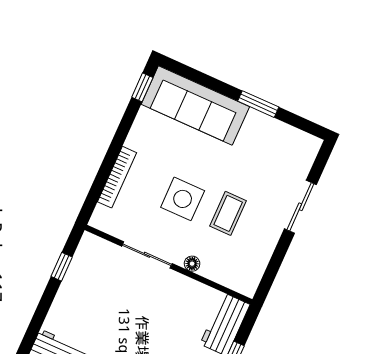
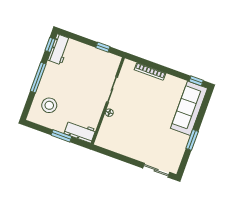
side table: (183, 199) -> (141, 105), removed
sliding door: (300, 207) -> (156, 170), moved
coffee table: (228, 213) -> (136, 129), removed

